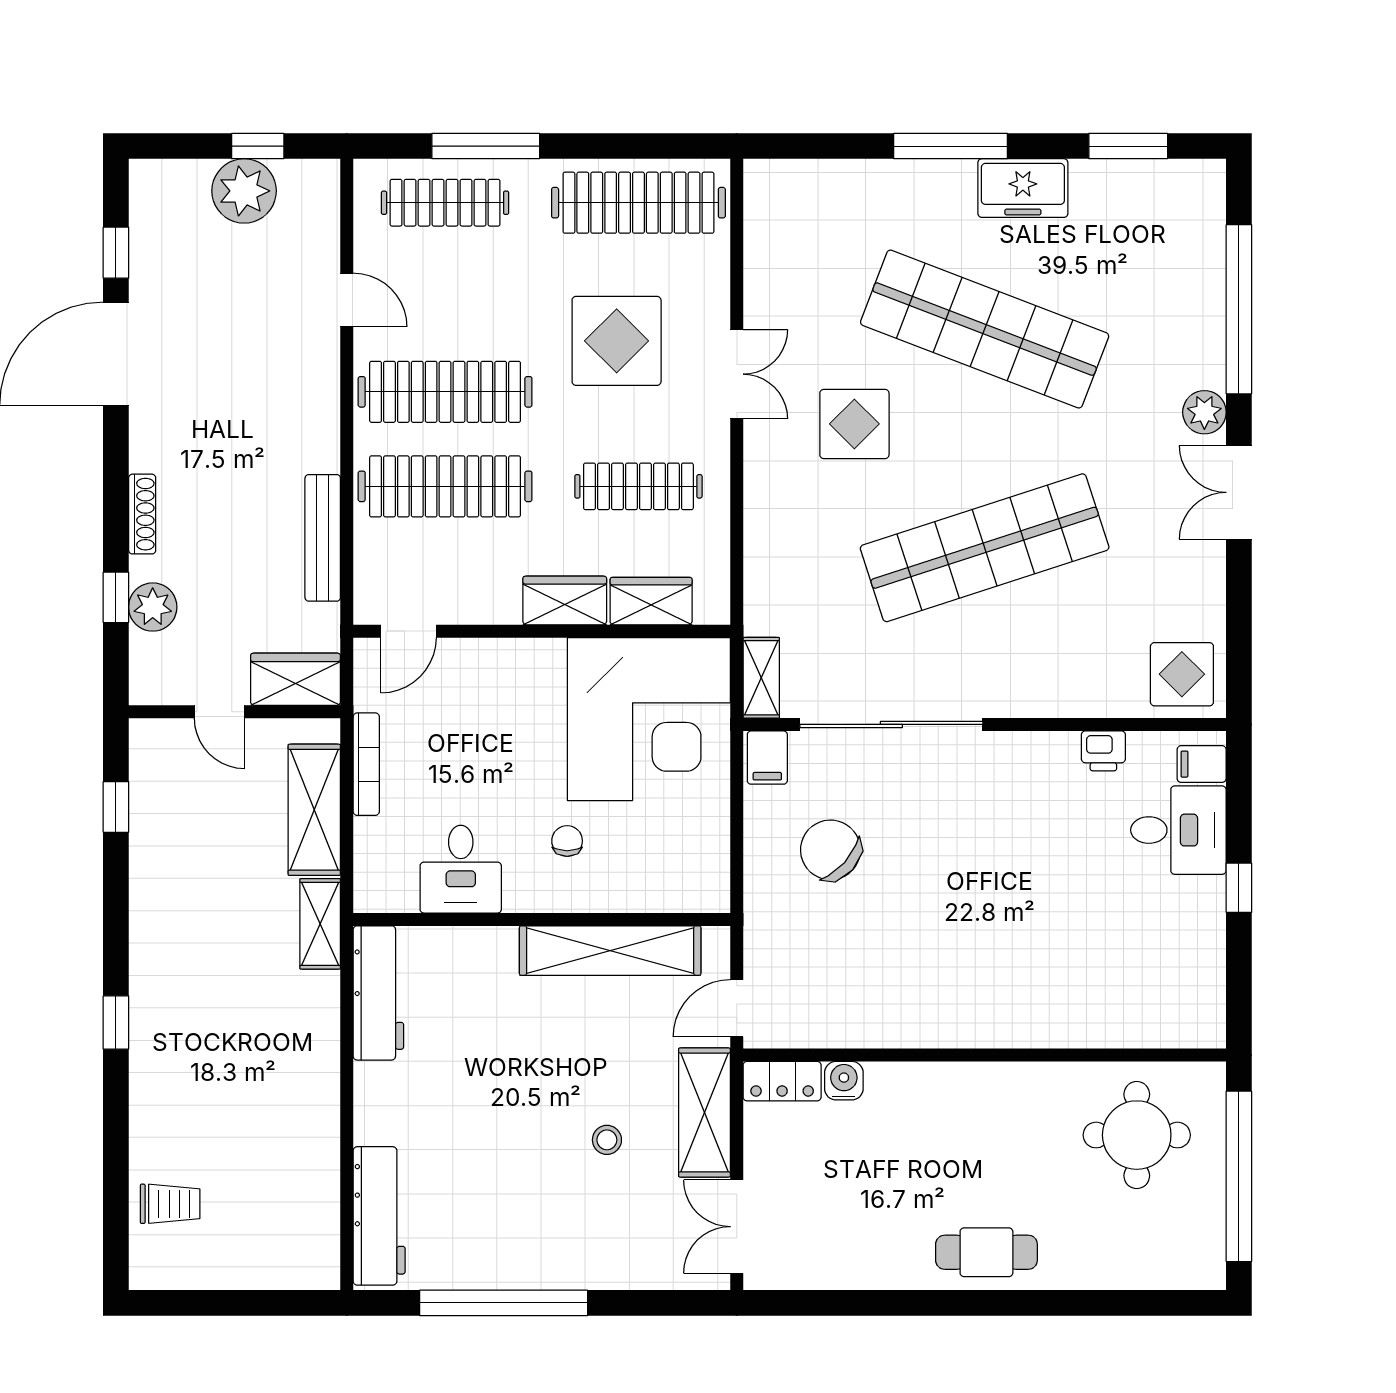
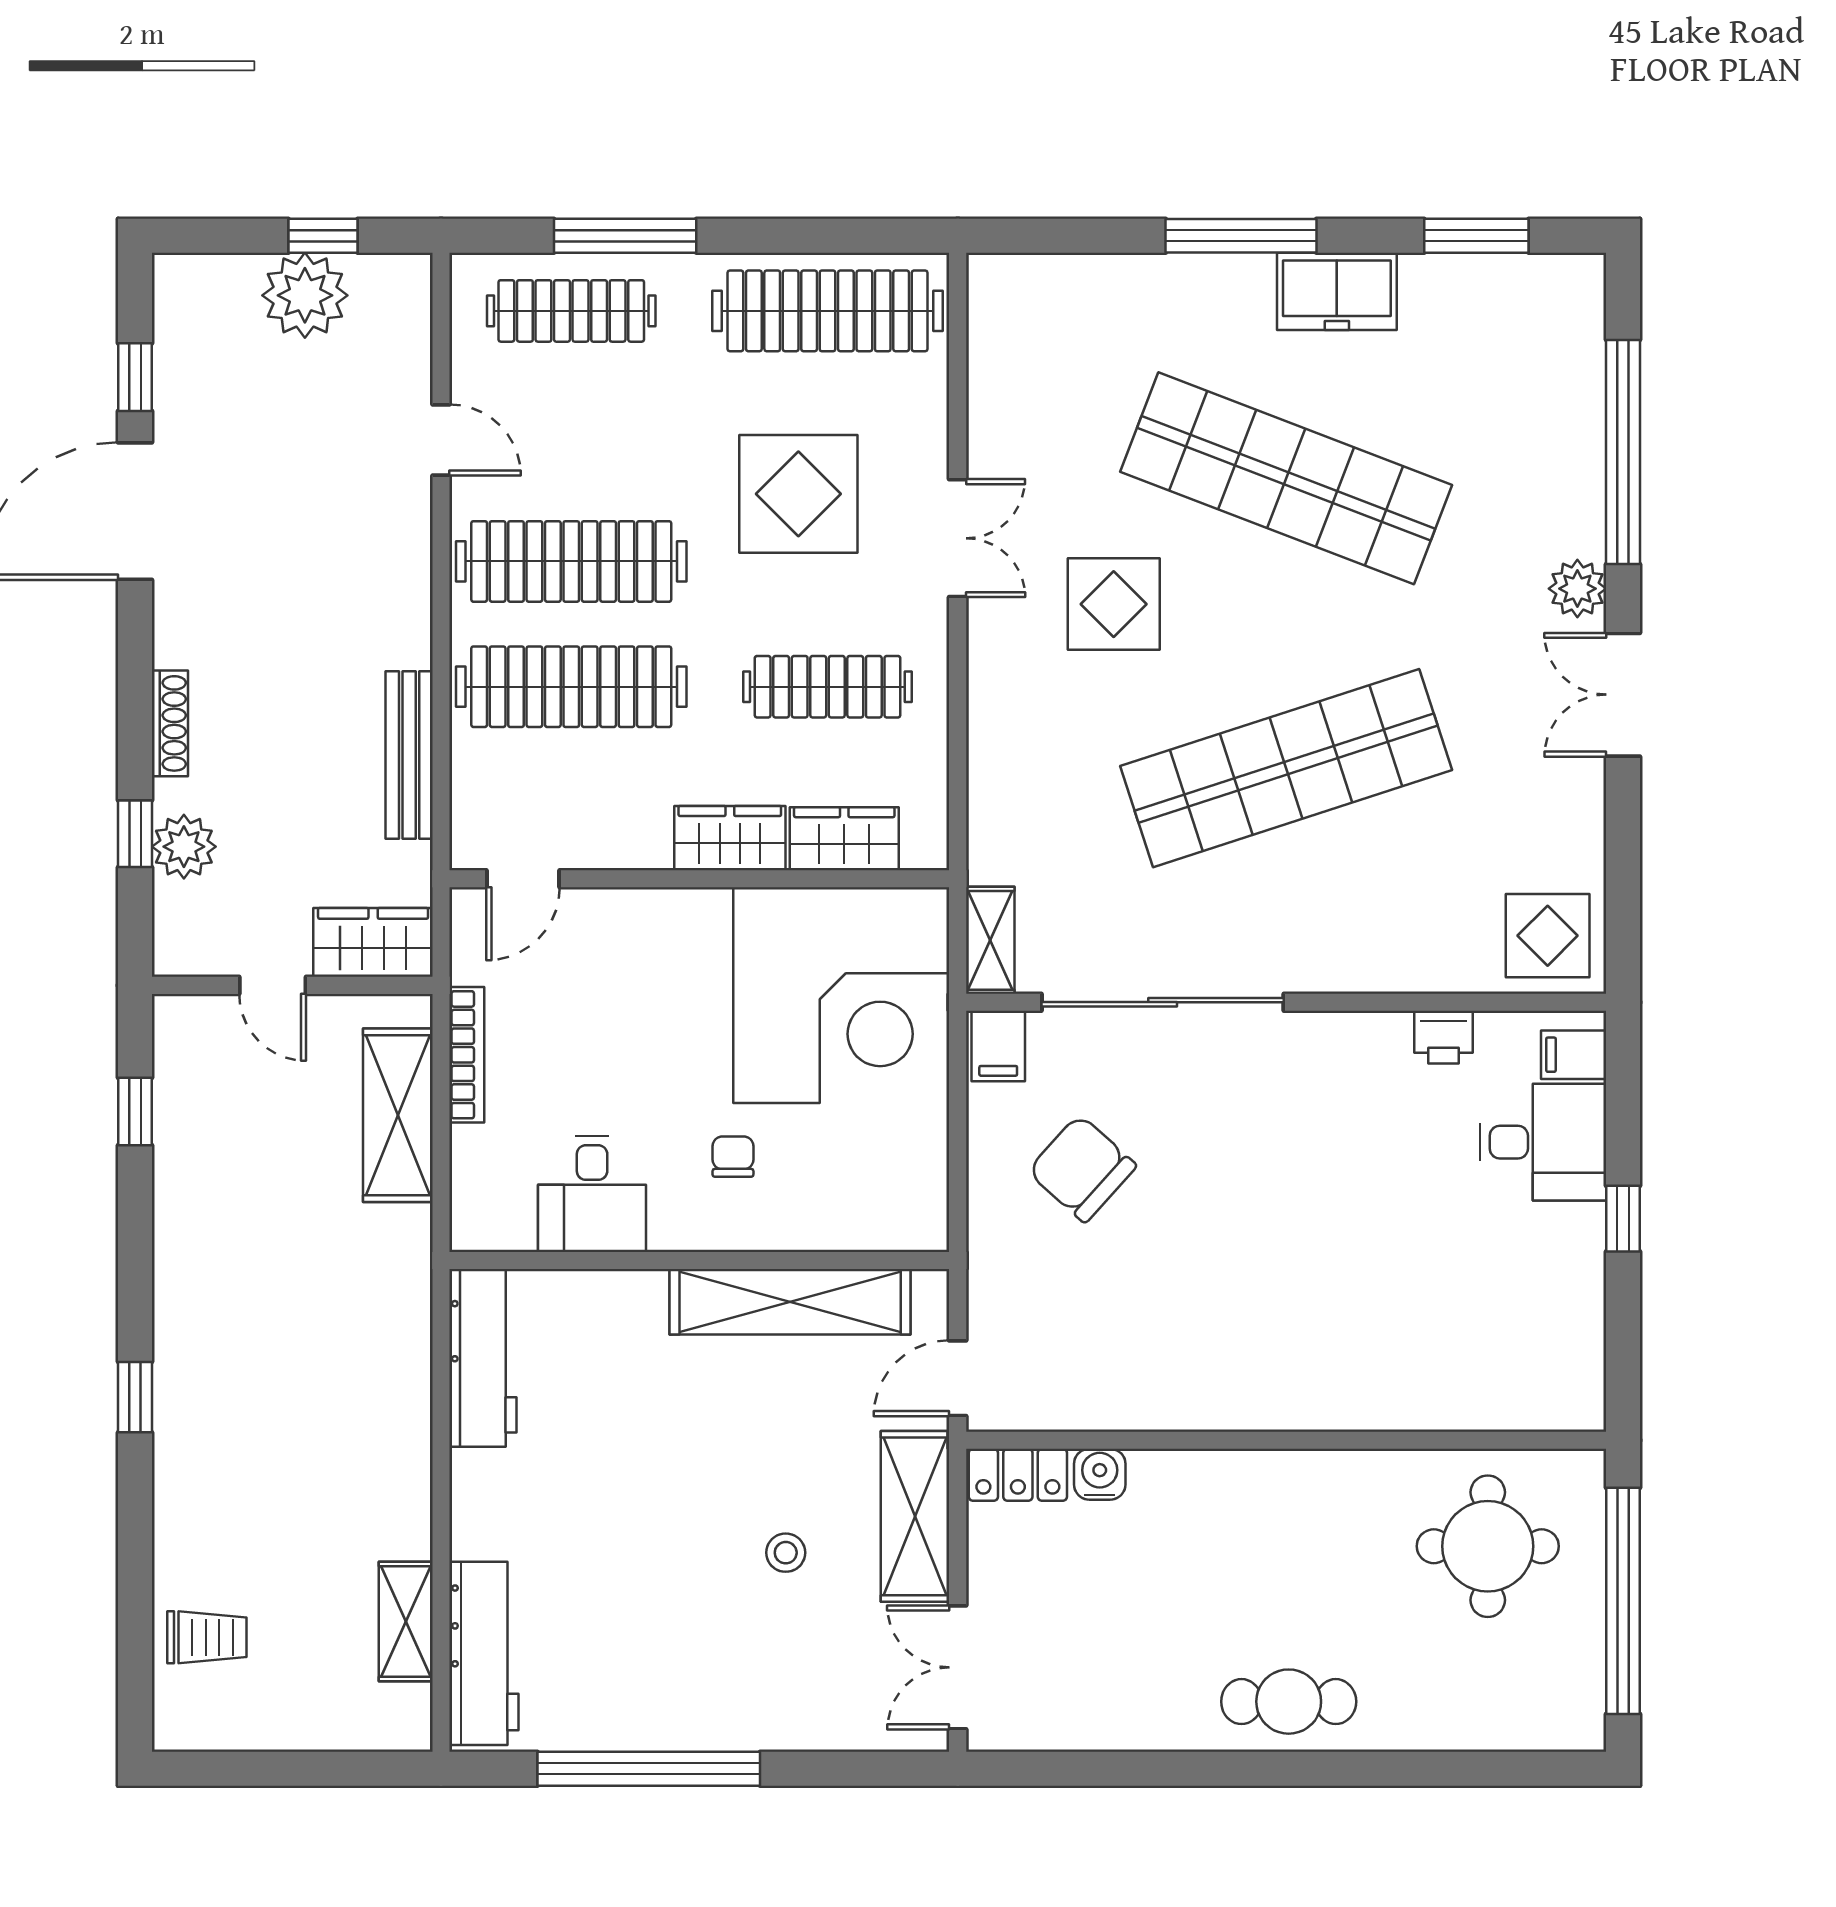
shelving: (320, 924) -> (406, 1622), moved

